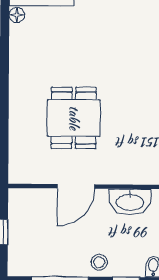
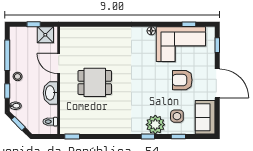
dining table: (74, 118) -> (95, 82), moved
shower: (23, 210) -> (45, 35), added

